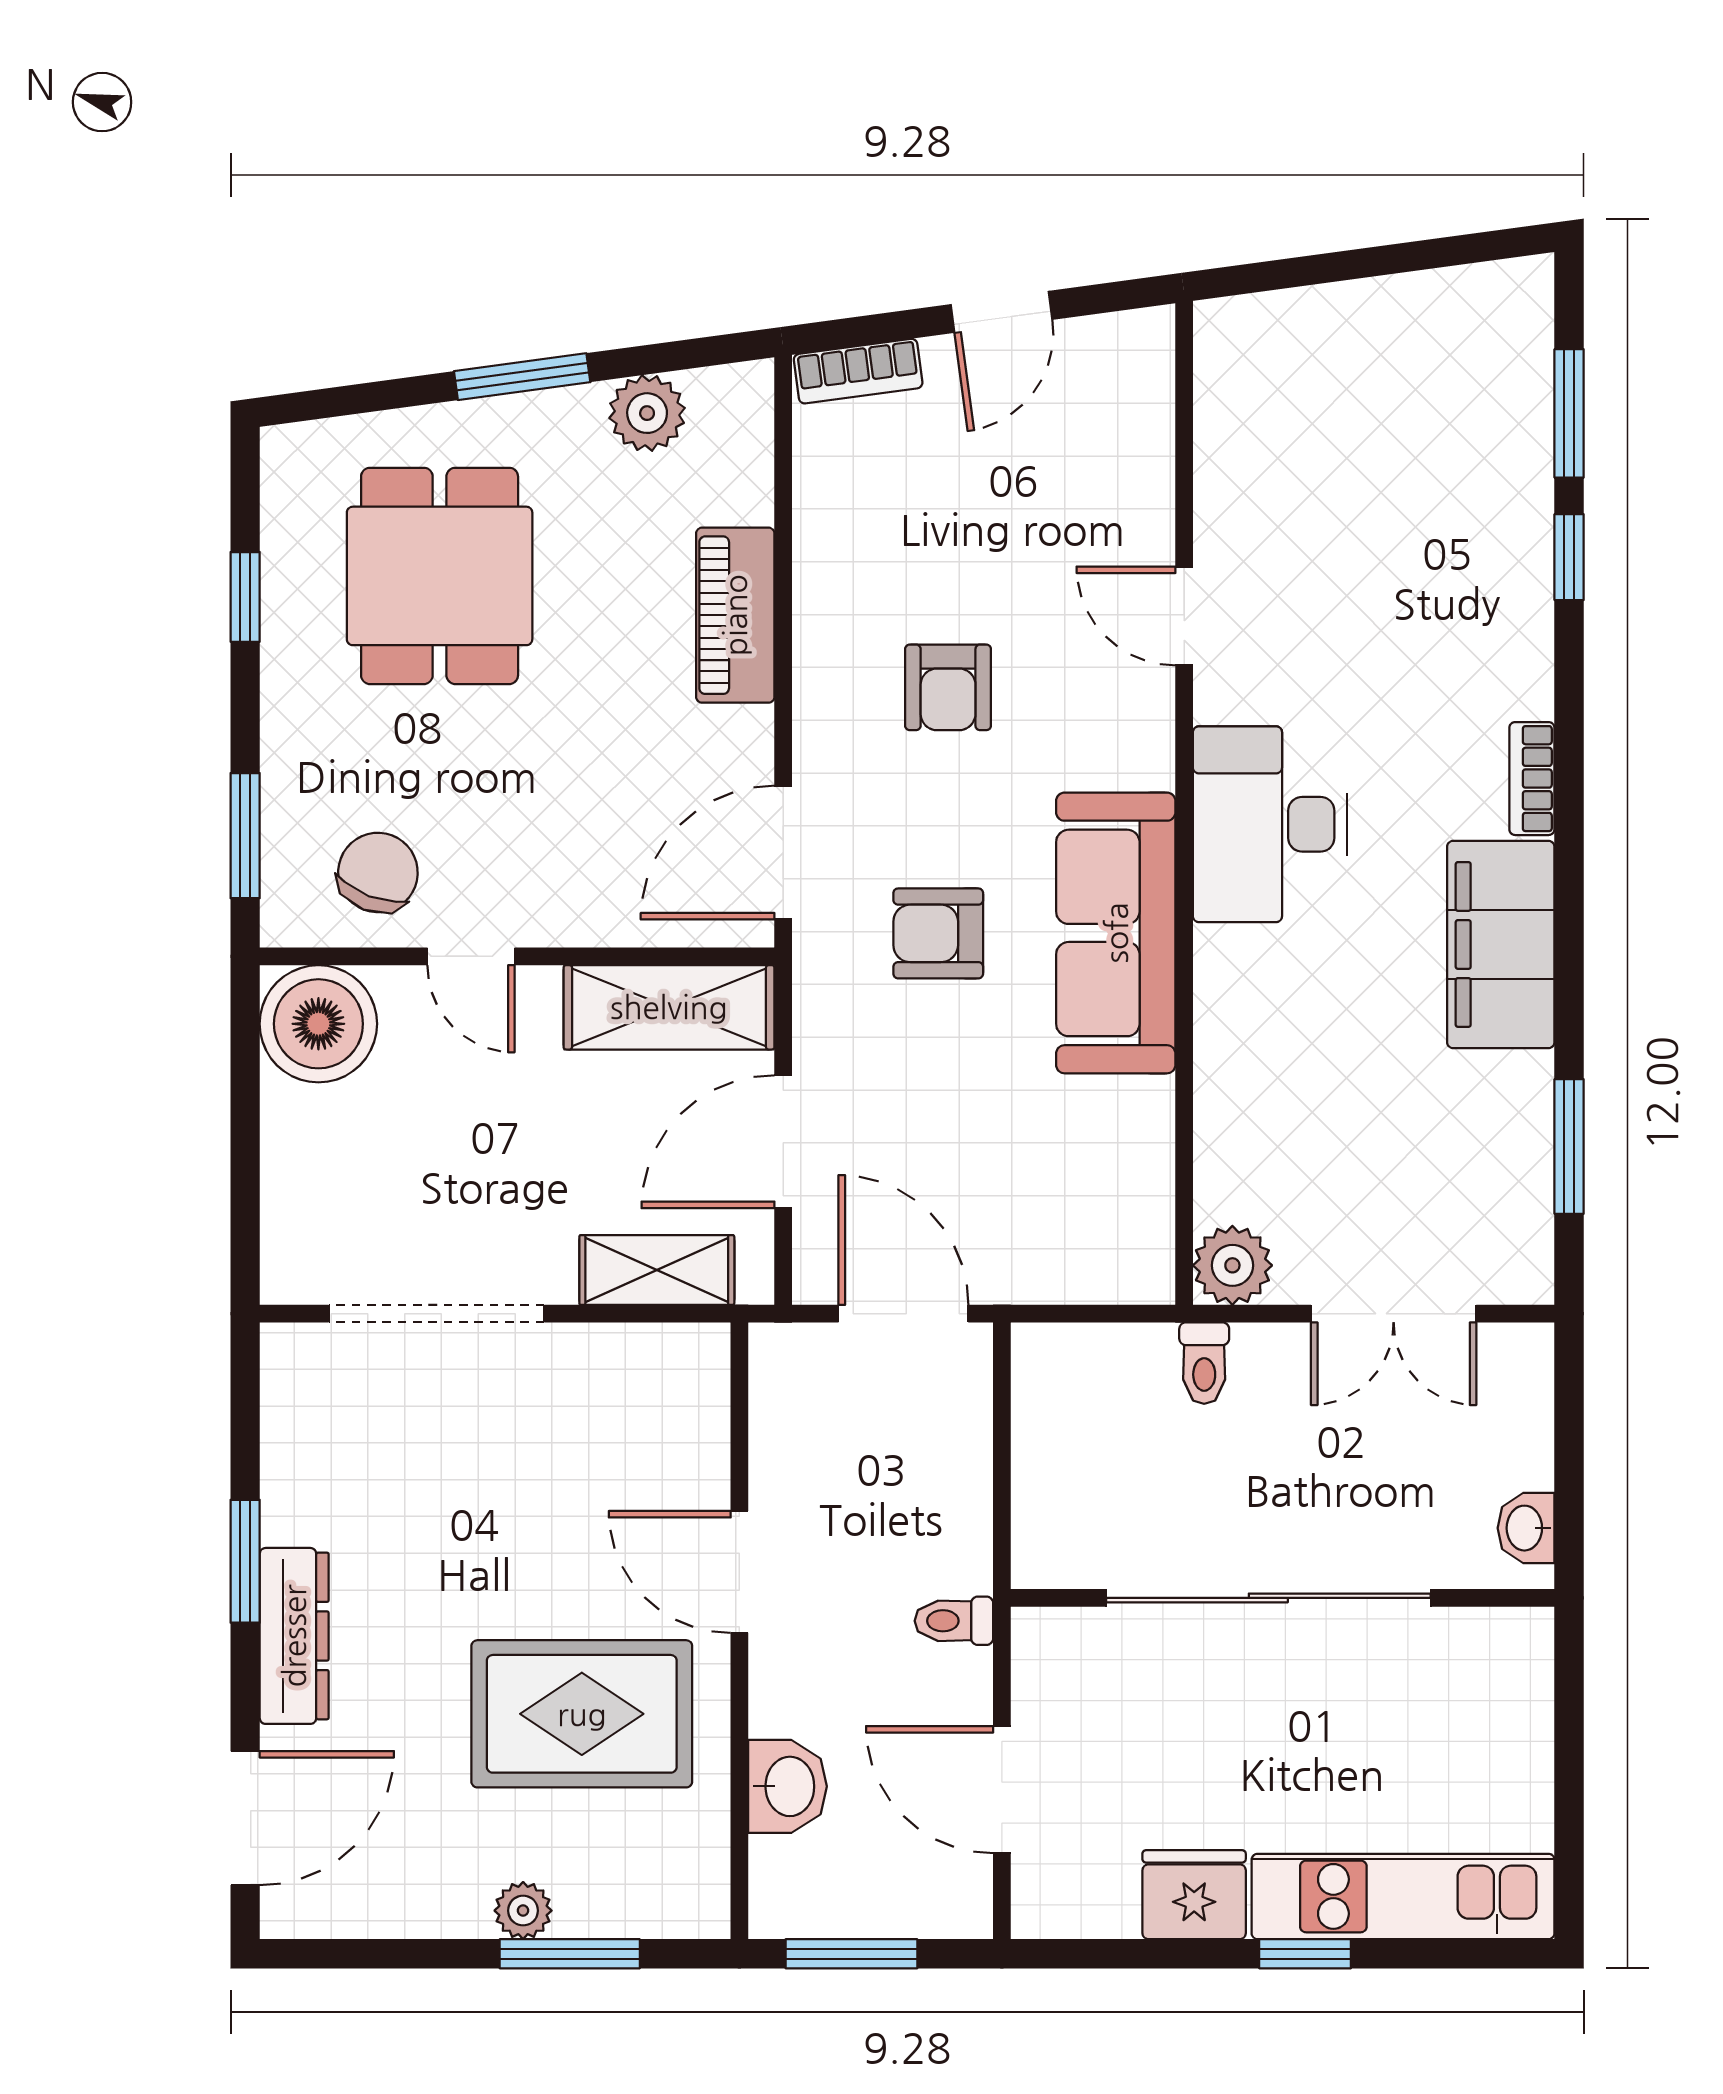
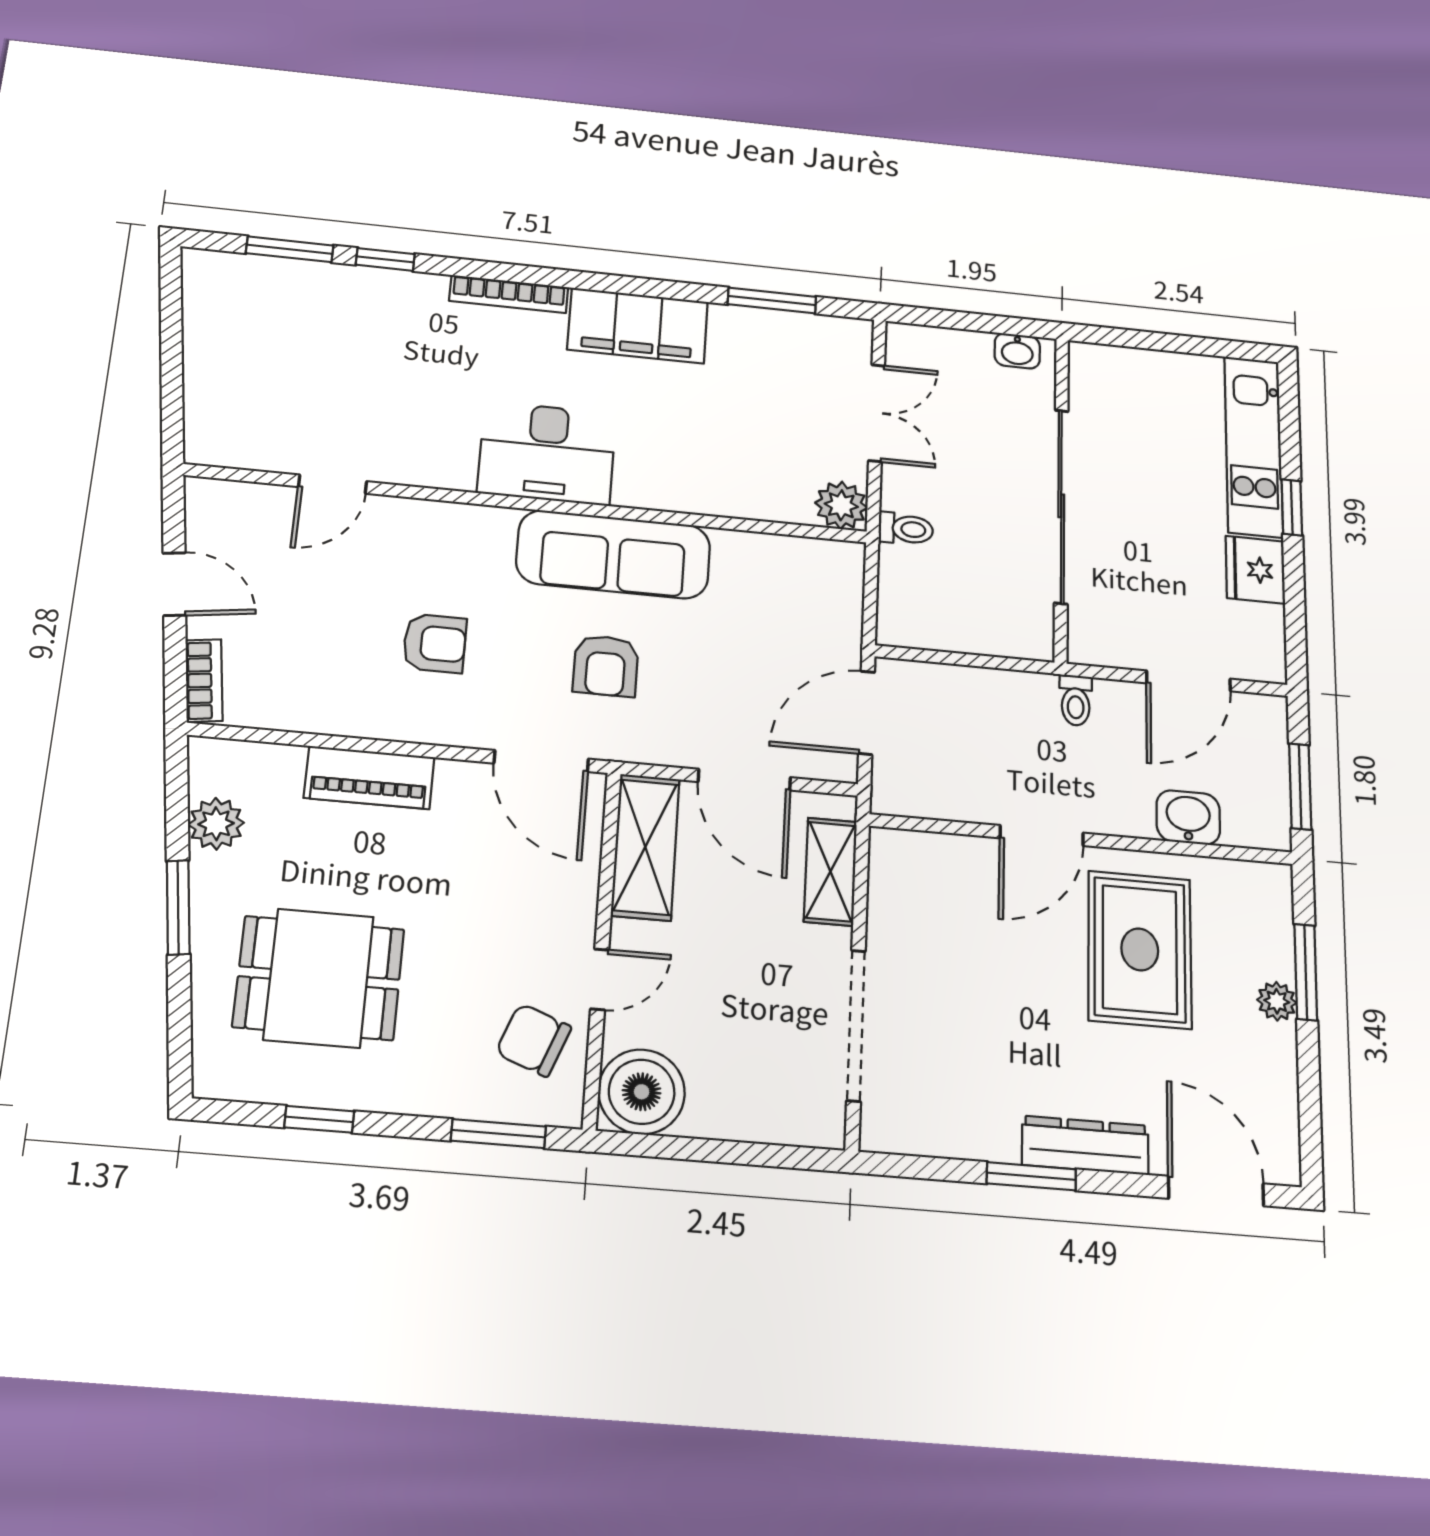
door: (1184, 616) -> (333, 484), moved
bookcase: (1532, 779) -> (509, 294), width x1.56

